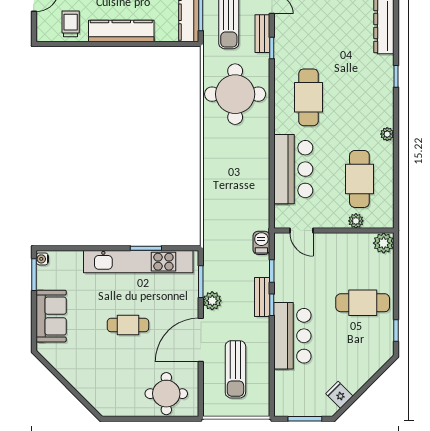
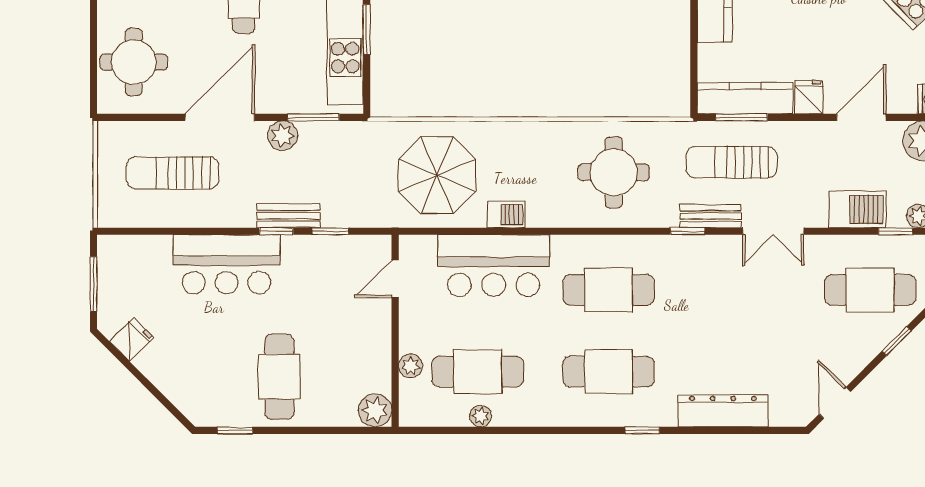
round table: (235, 94) -> (614, 172), width x0.73, depth x0.73
cafe table: (359, 97) -> (609, 372), added
plant: (387, 134) -> (481, 416), moved
parasol: (237, 204) -> (437, 175), added
barbecue: (261, 243) -> (506, 214), moved
door: (201, 340) -> (220, 117), hinge flipped

